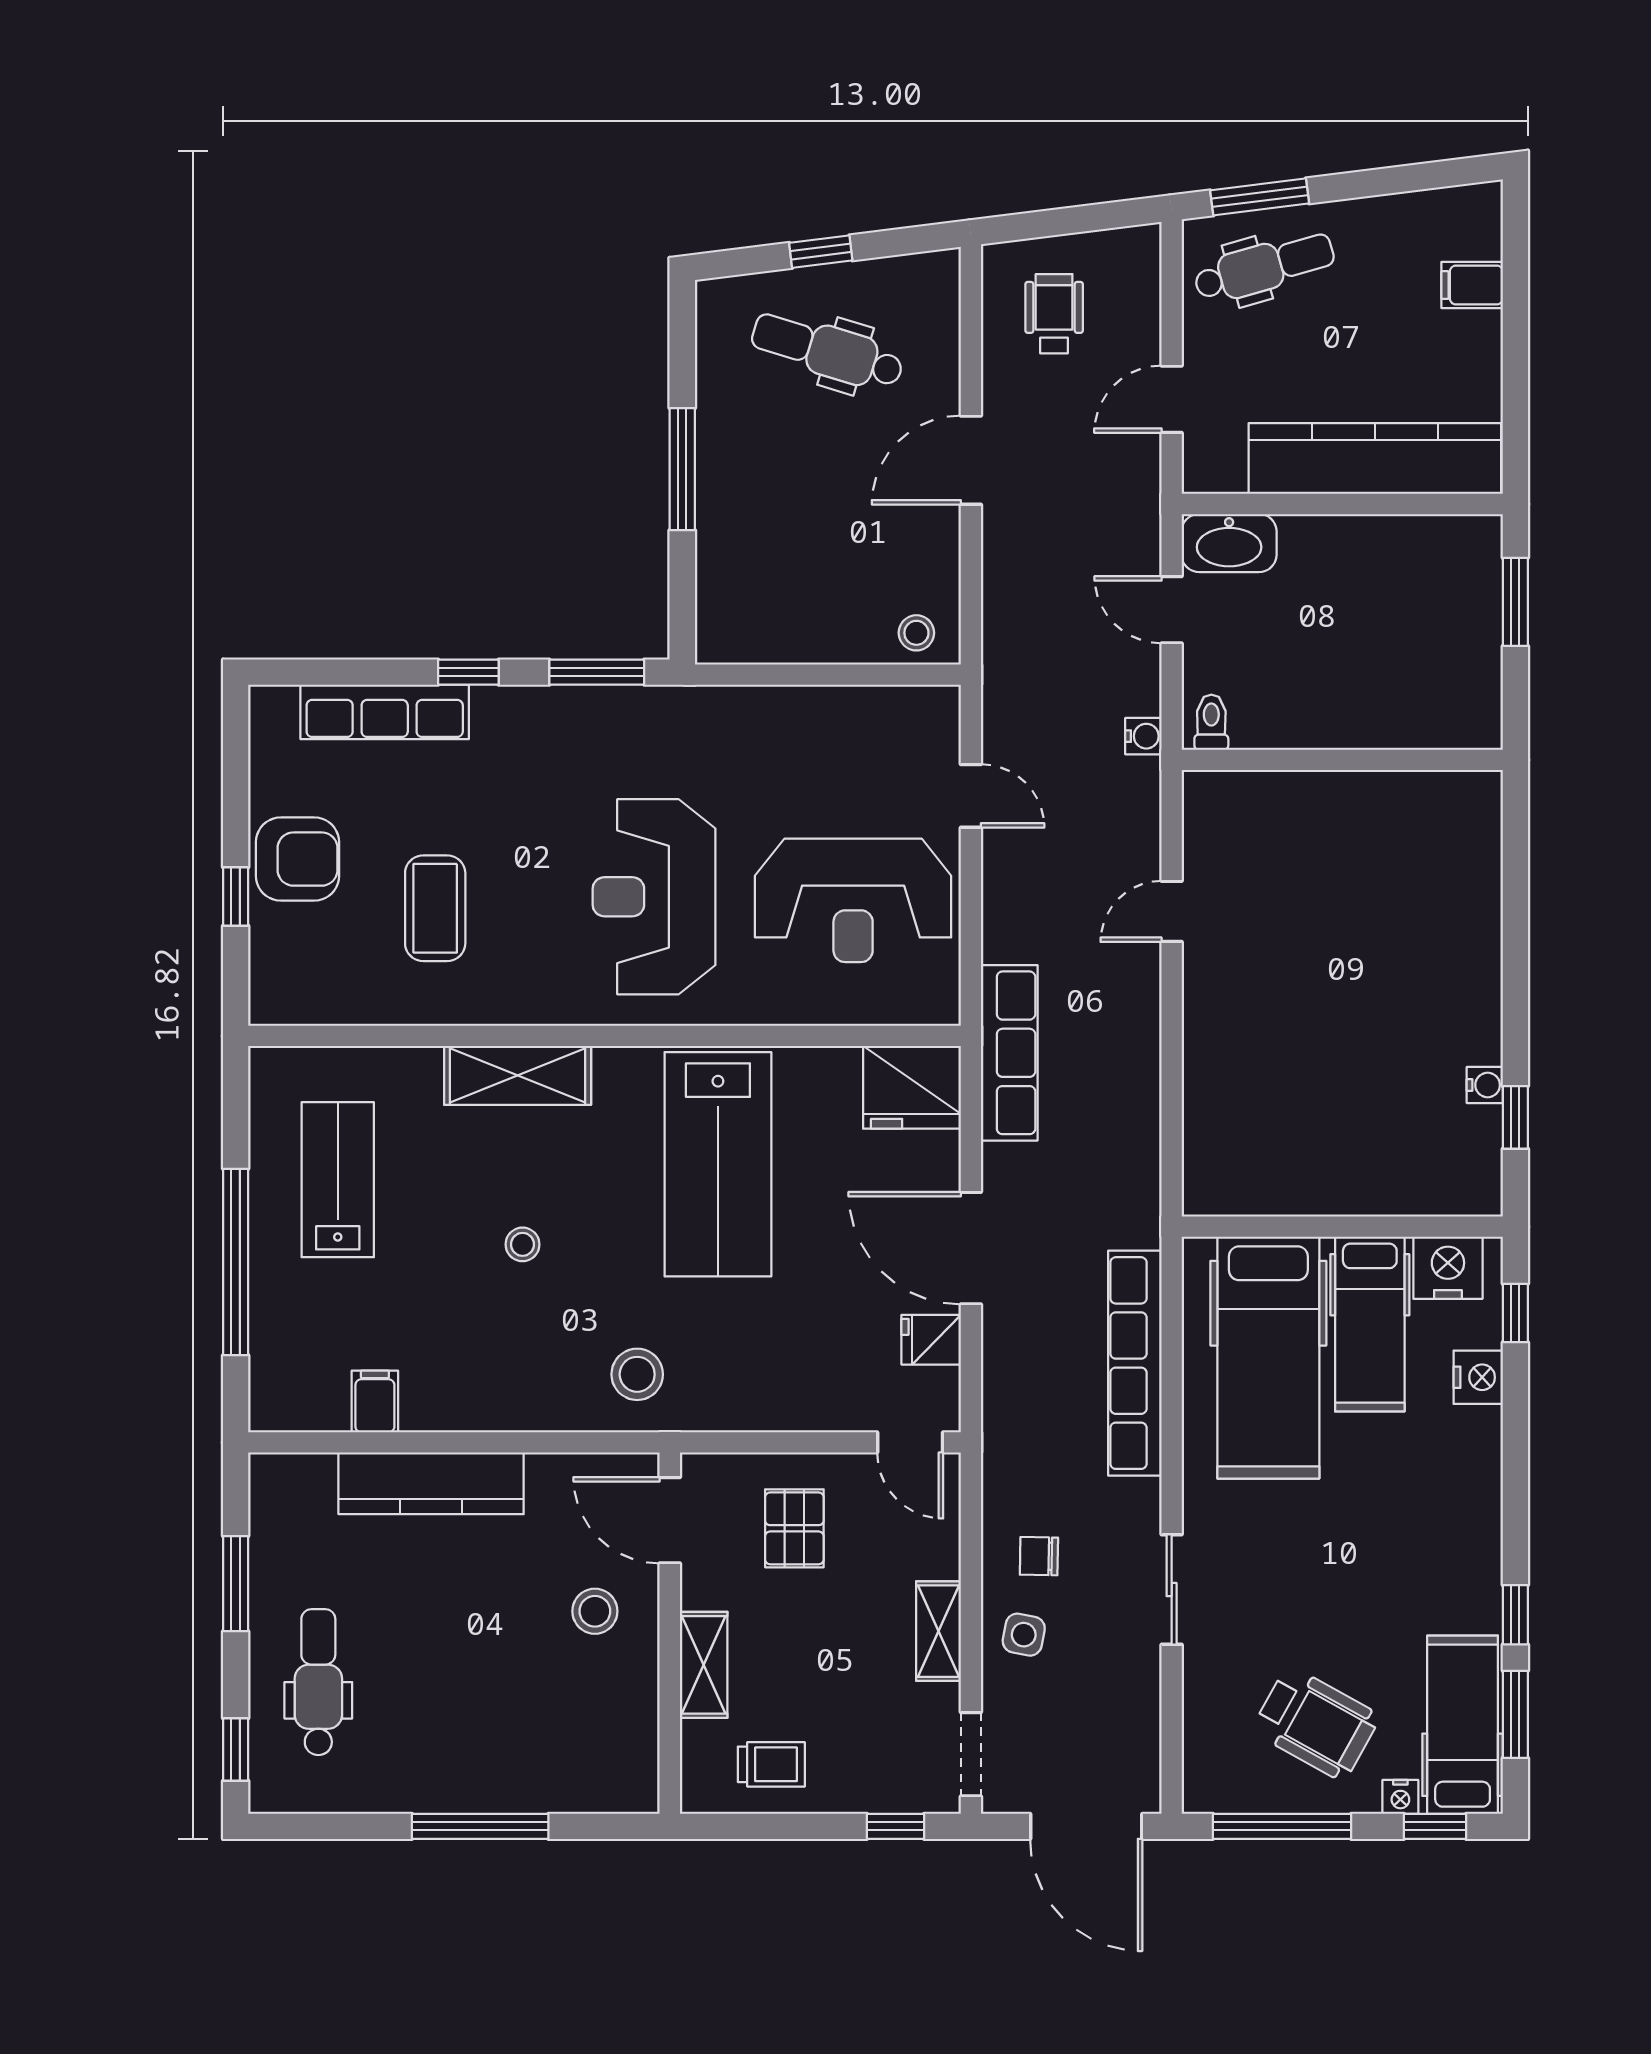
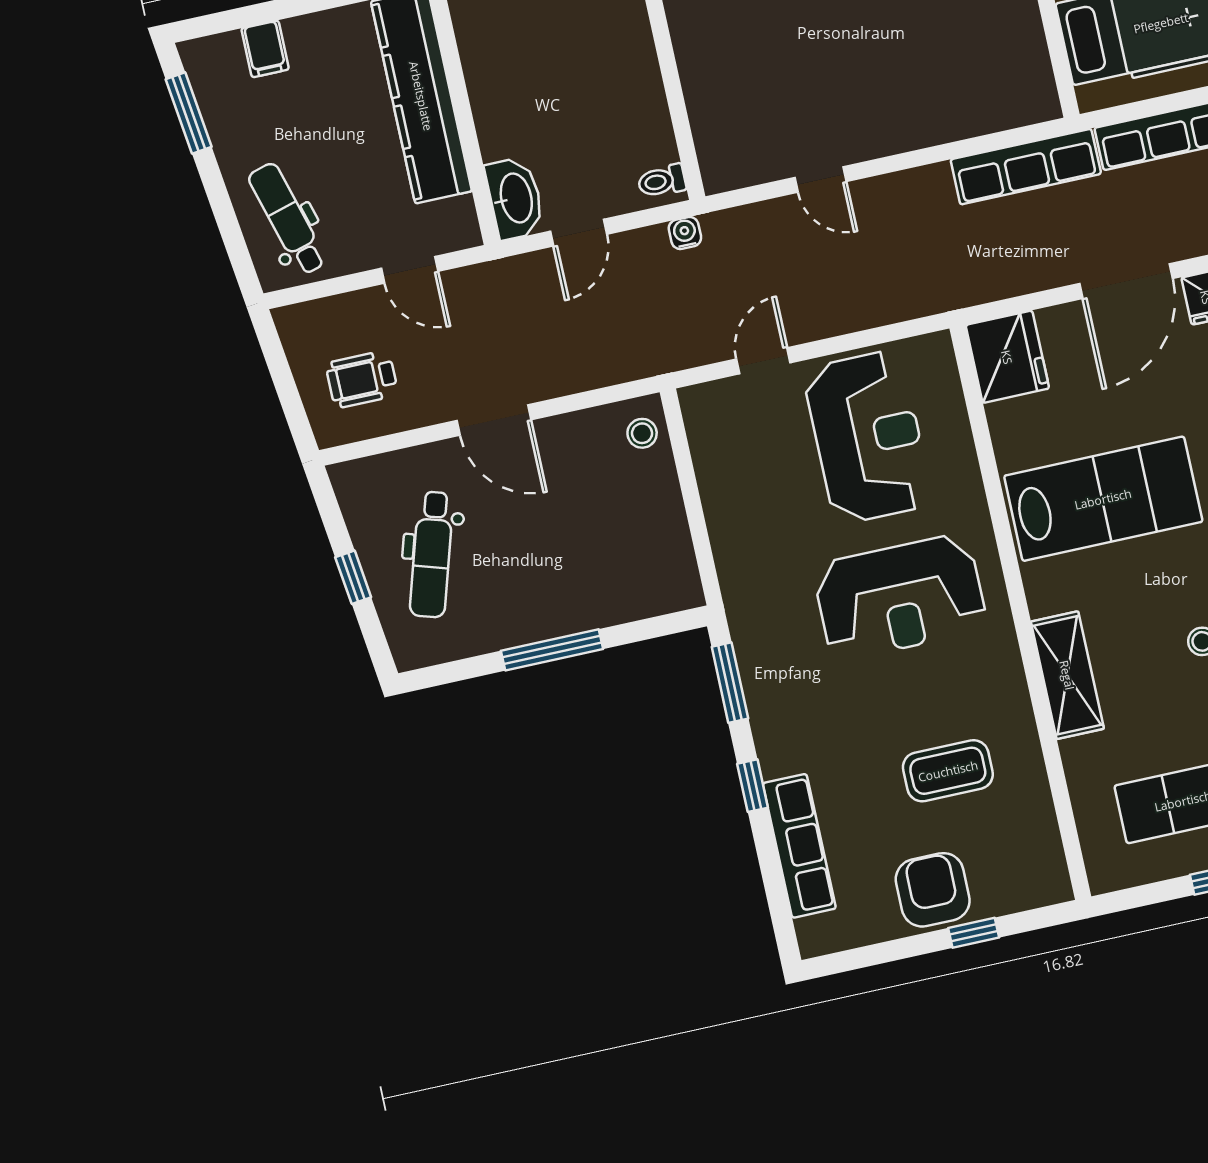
window: (1260, 197) -> (189, 113), moved
row of seats: (1009, 1053) -> (1026, 167), moved, turned 180

